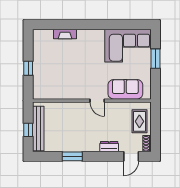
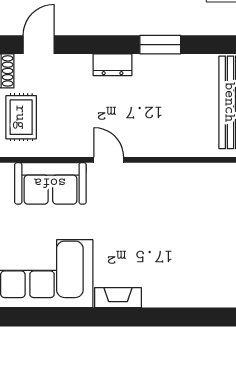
fireplace: (65, 34) -> (118, 298), moved
dresser: (109, 147) -> (112, 65), moved

